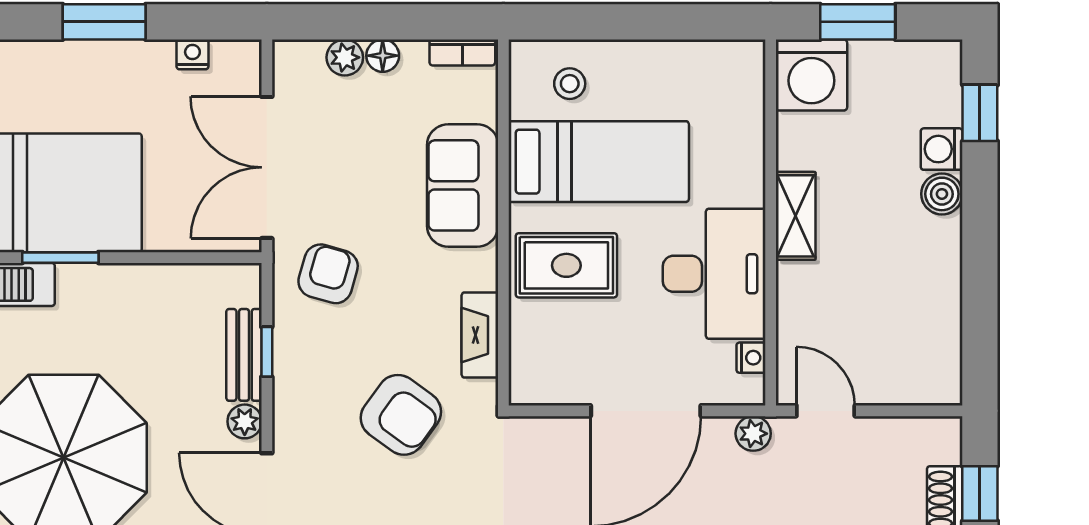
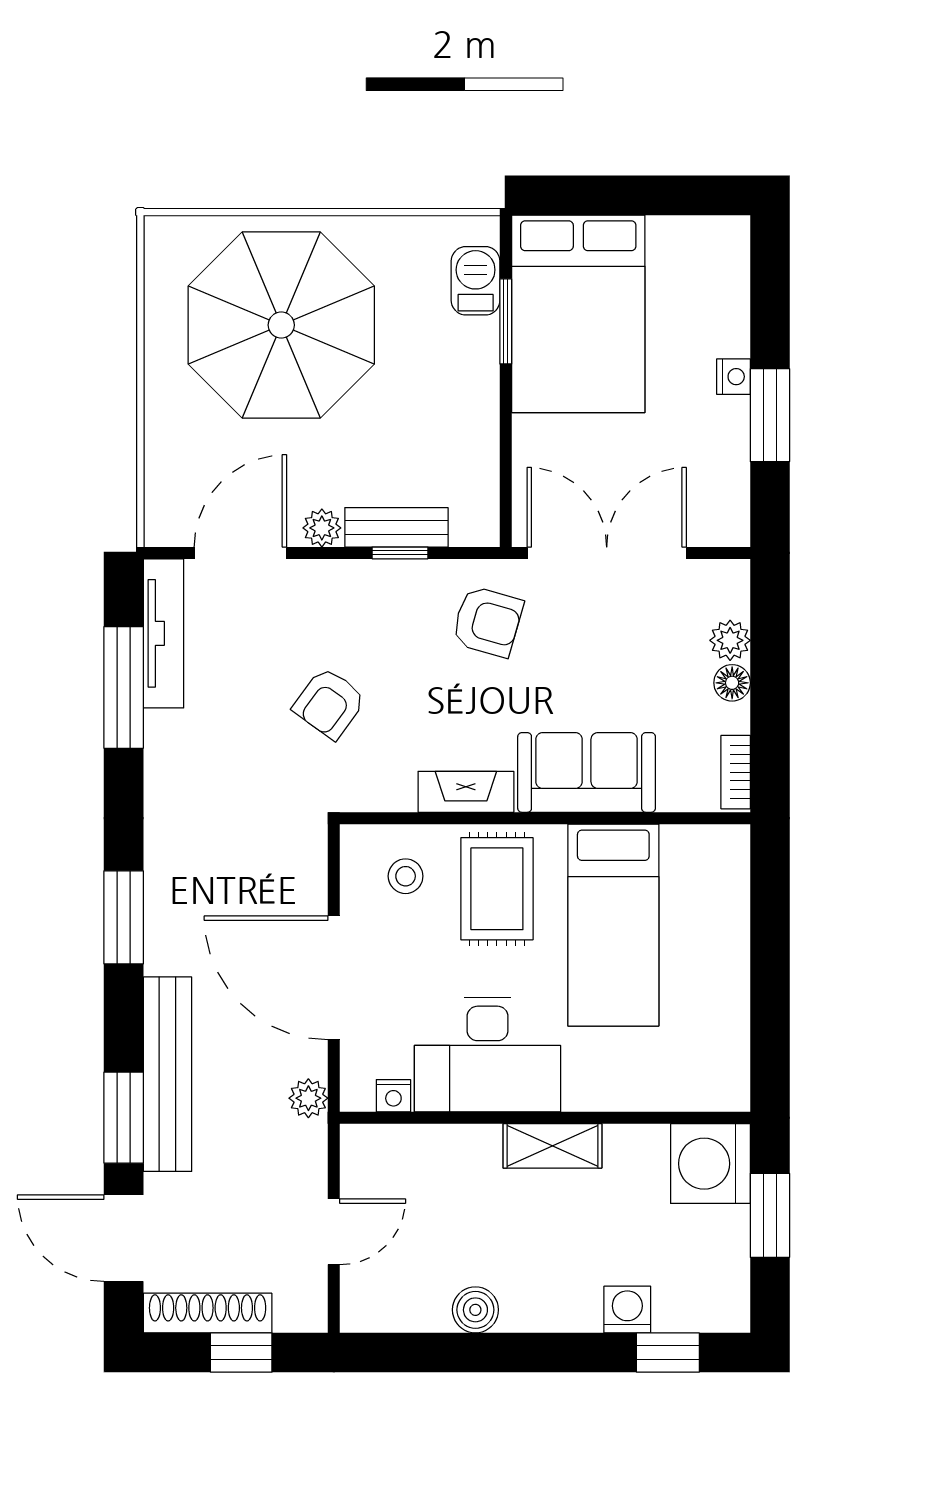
window: (104, 22) -> (770, 415), moved
nightstand: (192, 54) -> (733, 377), moved
stool: (570, 84) -> (406, 876), moved
boiler: (942, 194) -> (475, 1310), moved
fireplace: (480, 335) -> (466, 792), moved
door: (826, 411) -> (334, 1232), moved
armchair: (401, 415) -> (329, 703), width x0.72, depth x0.72

